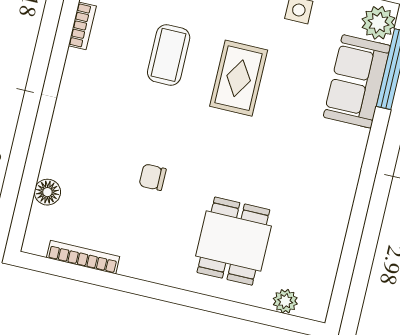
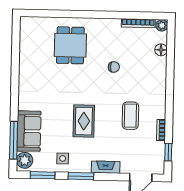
coffee table: (169, 55) -> (130, 116), moved
plant: (285, 301) -> (162, 25), moved

